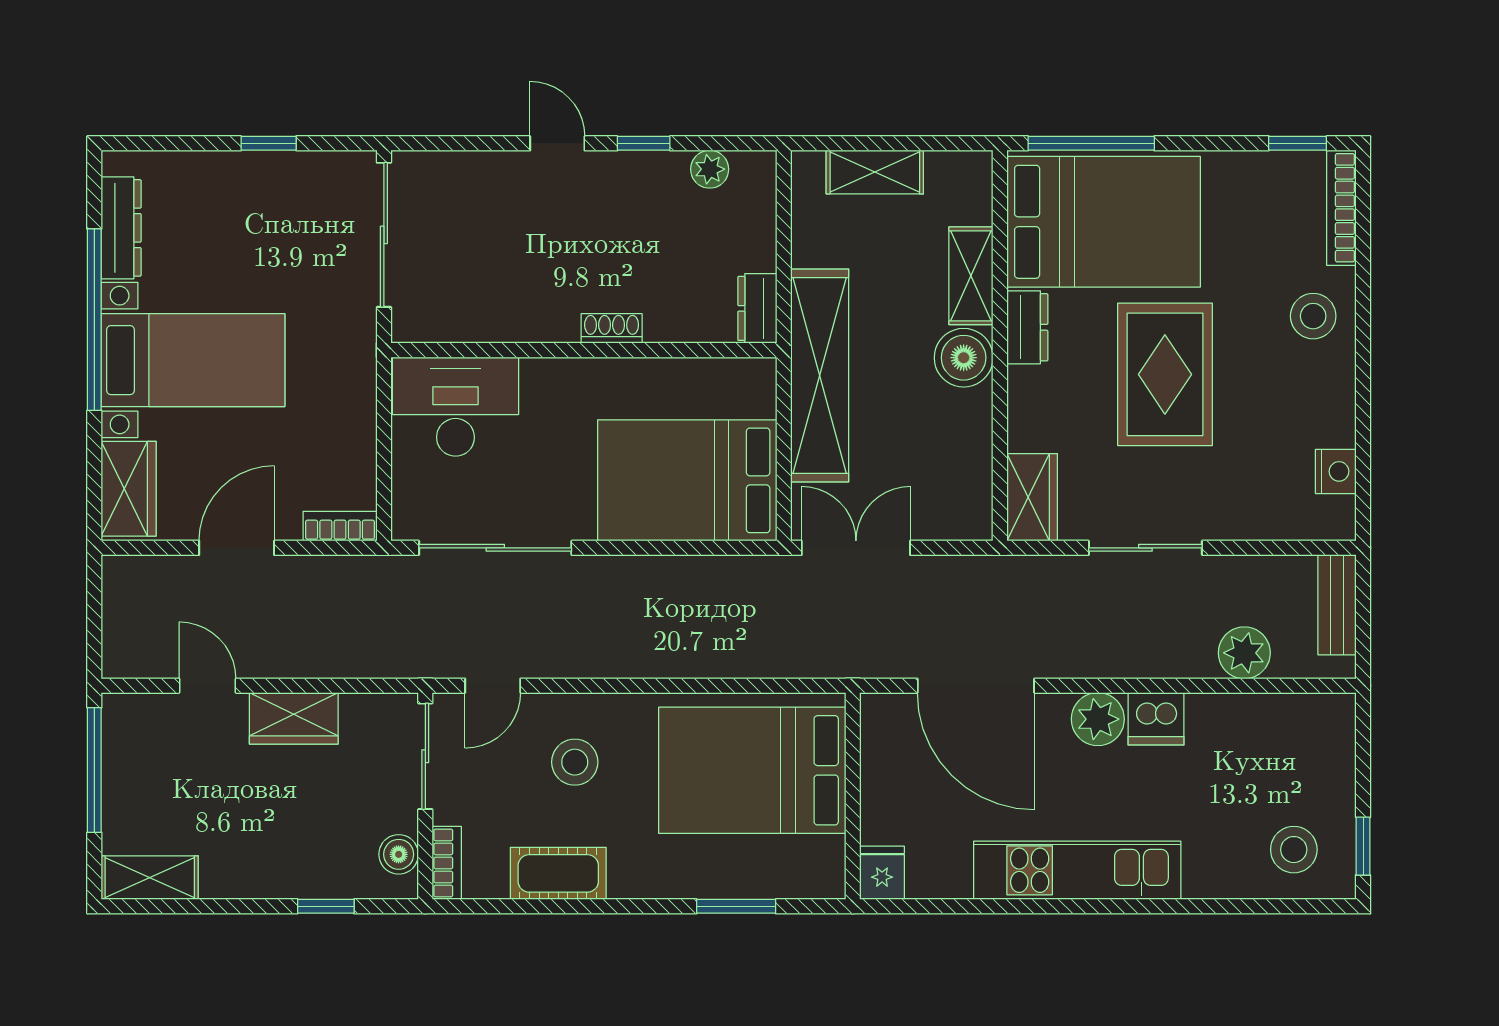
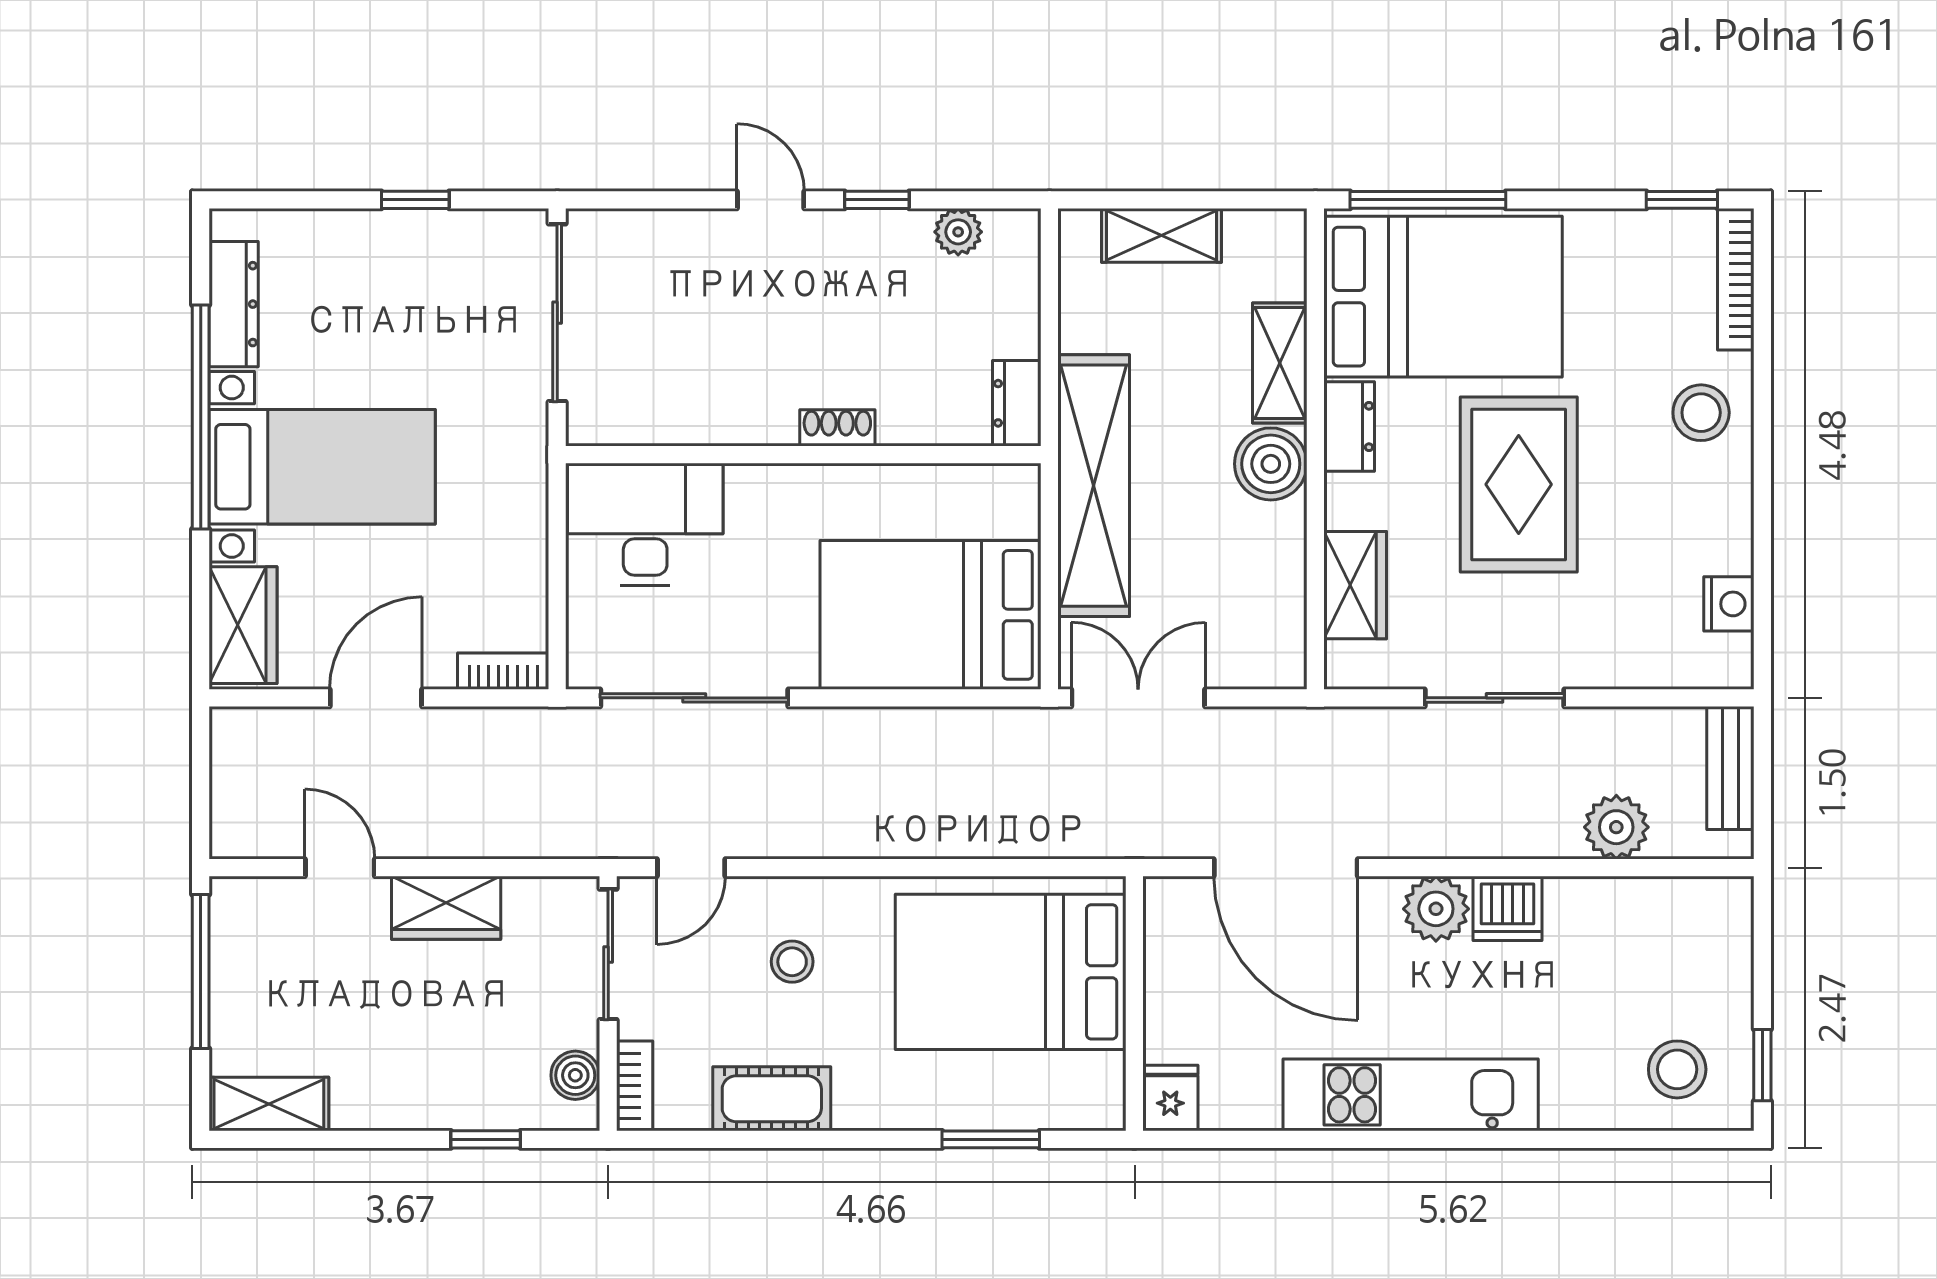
wardrobe: (1032, 497) -> (1355, 585), moved
stool: (575, 762) -> (792, 962), width x0.73, depth x0.73

